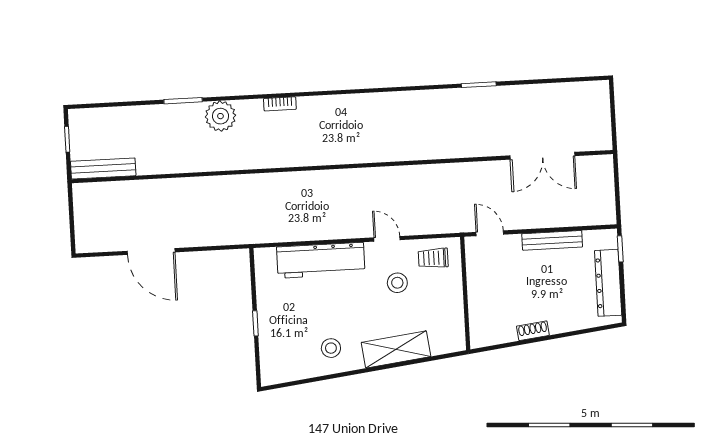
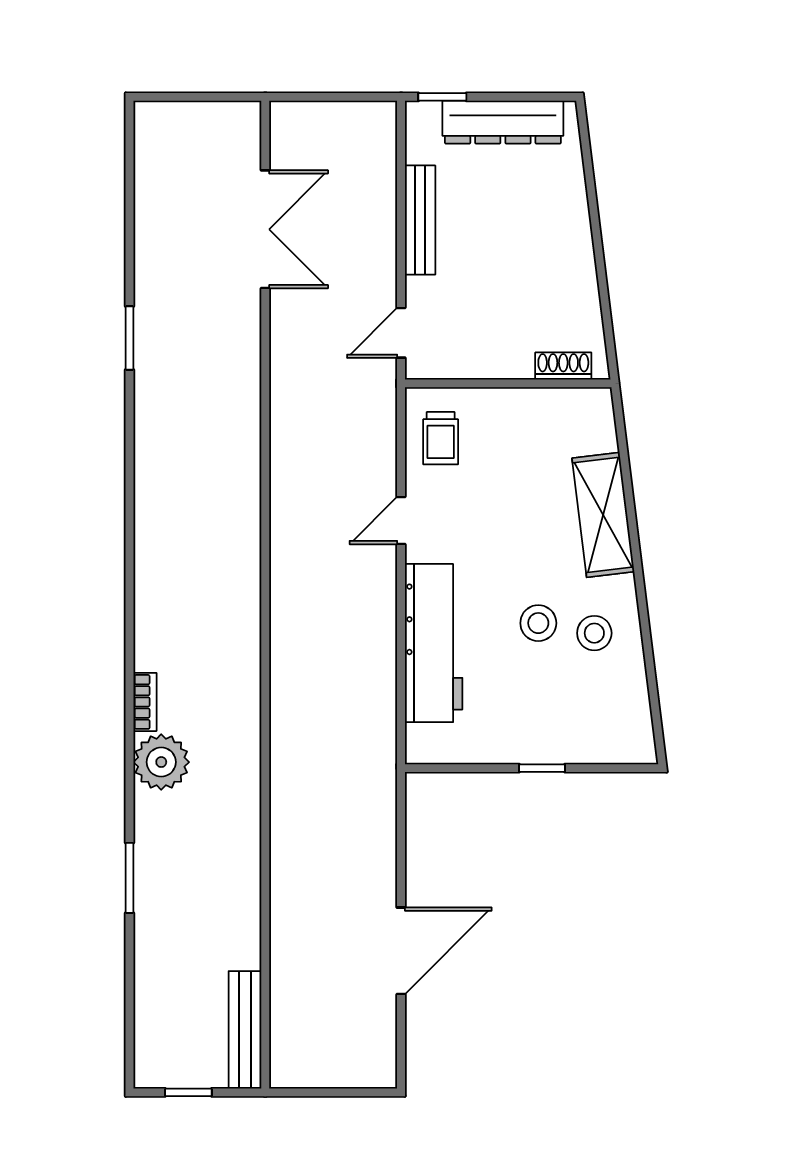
plant: (220, 116) -> (161, 762), moved
stool: (397, 283) -> (538, 623), moved
shoe rack: (533, 331) -> (563, 366), moved, turned 97

